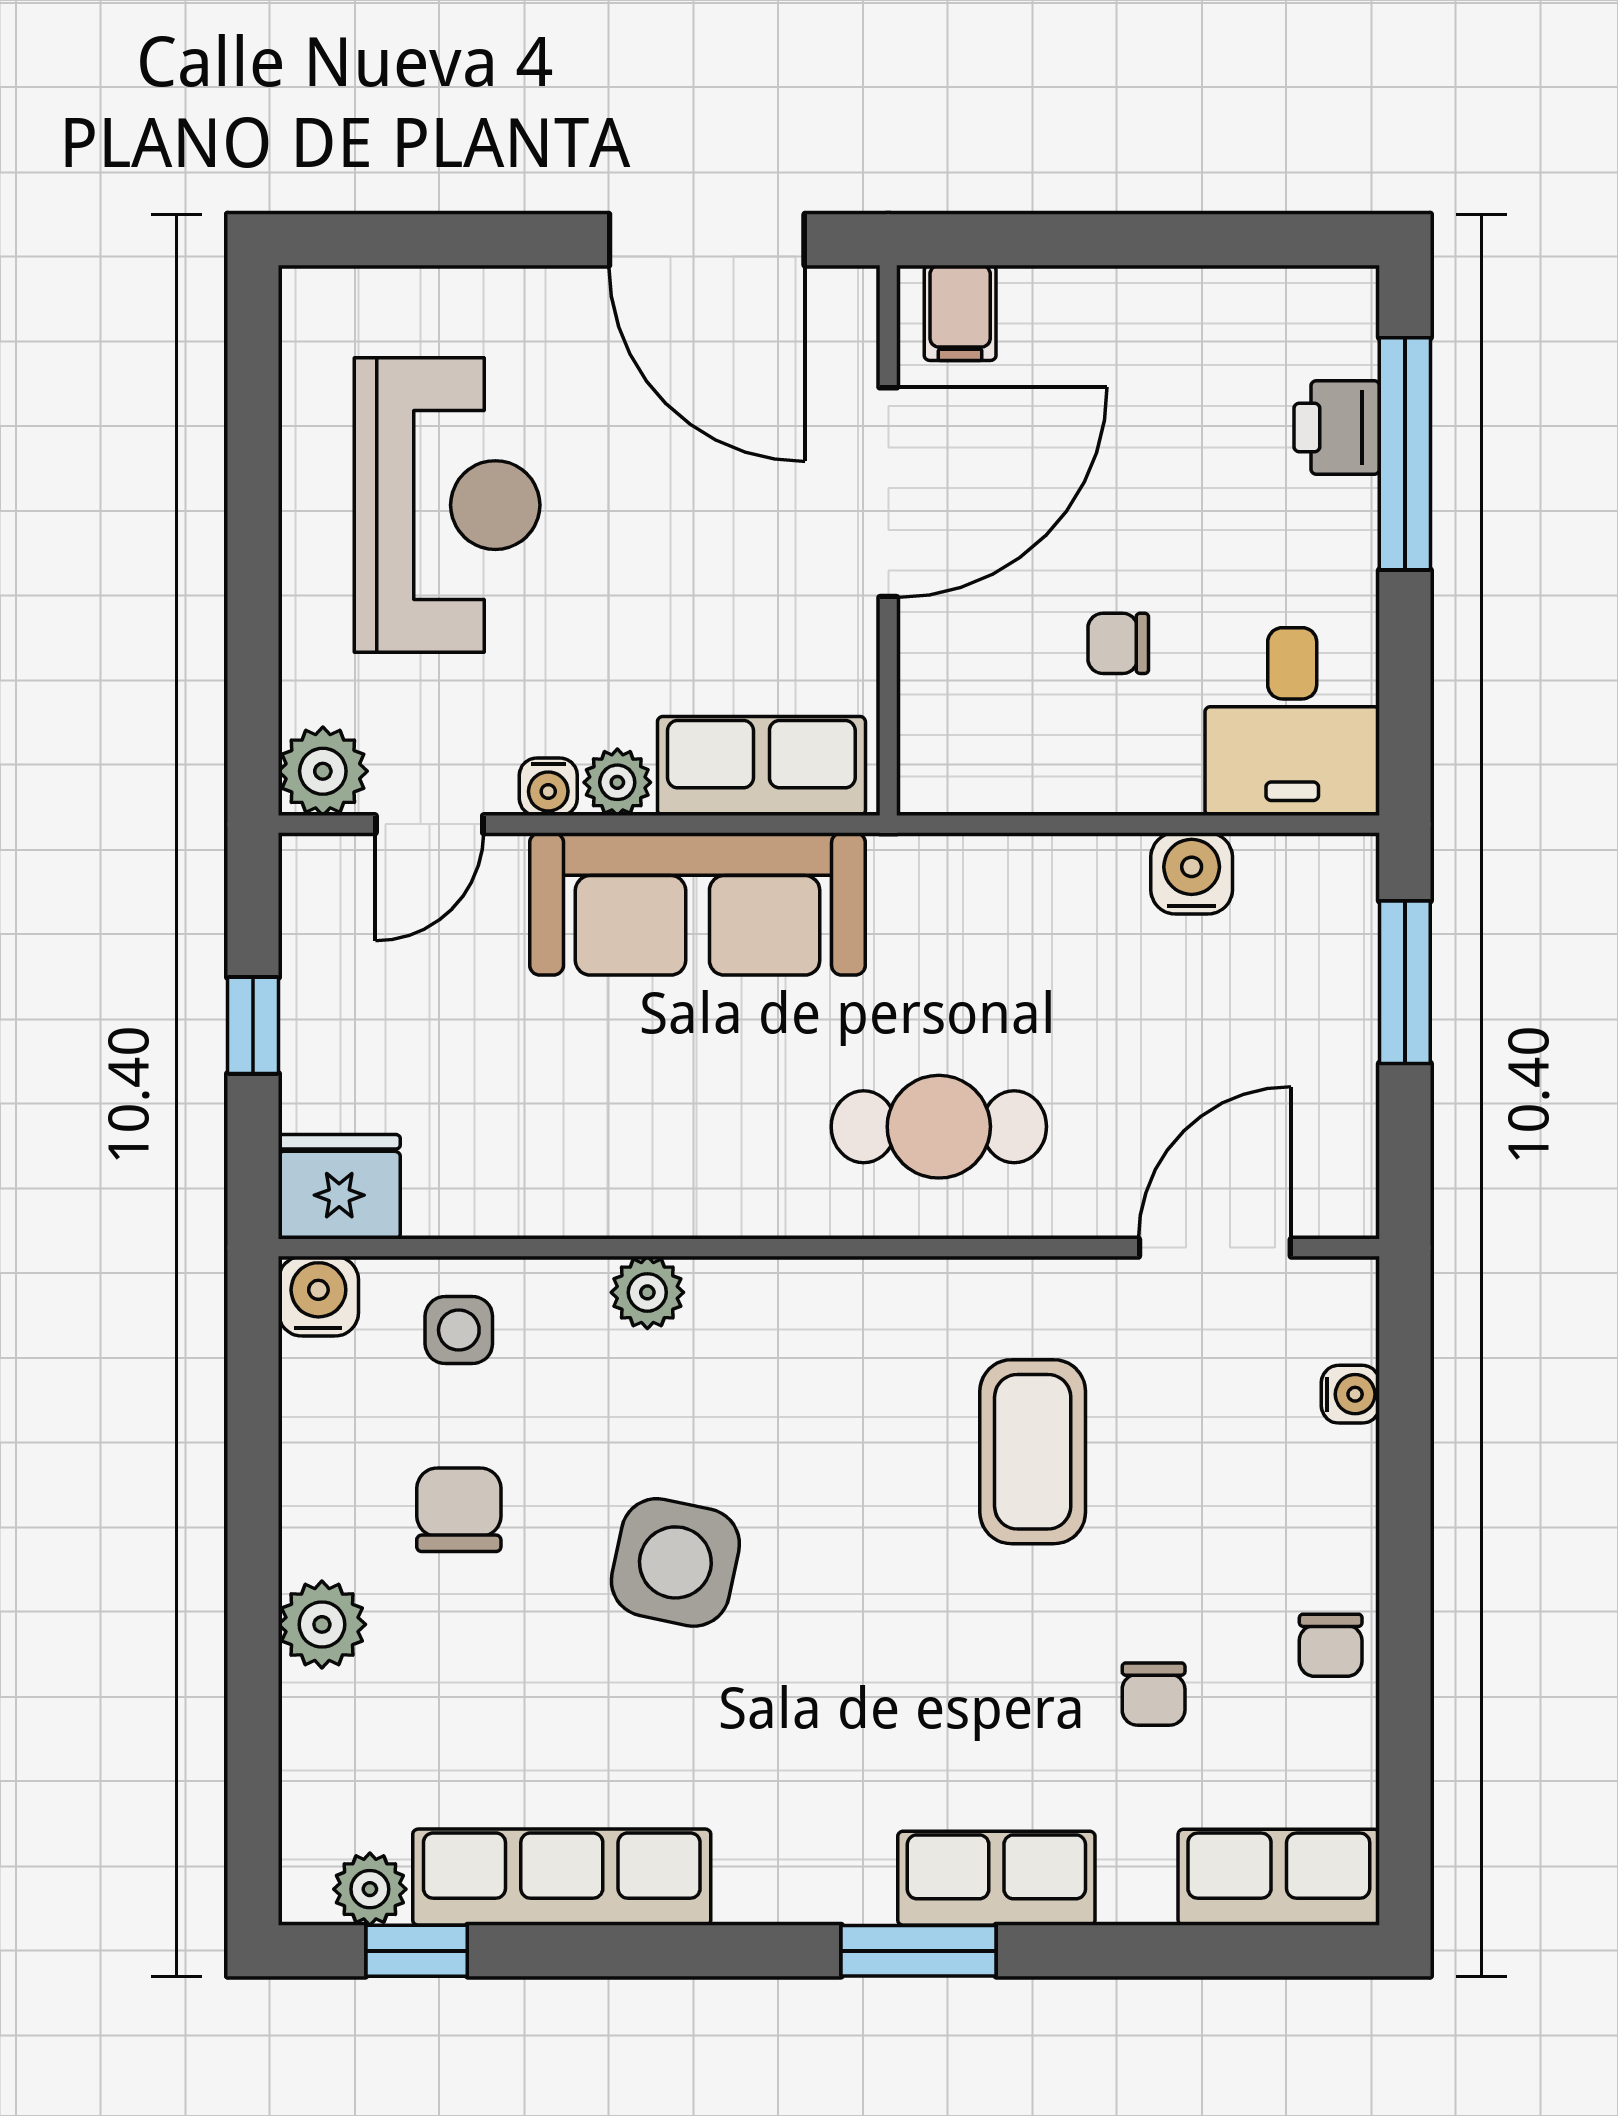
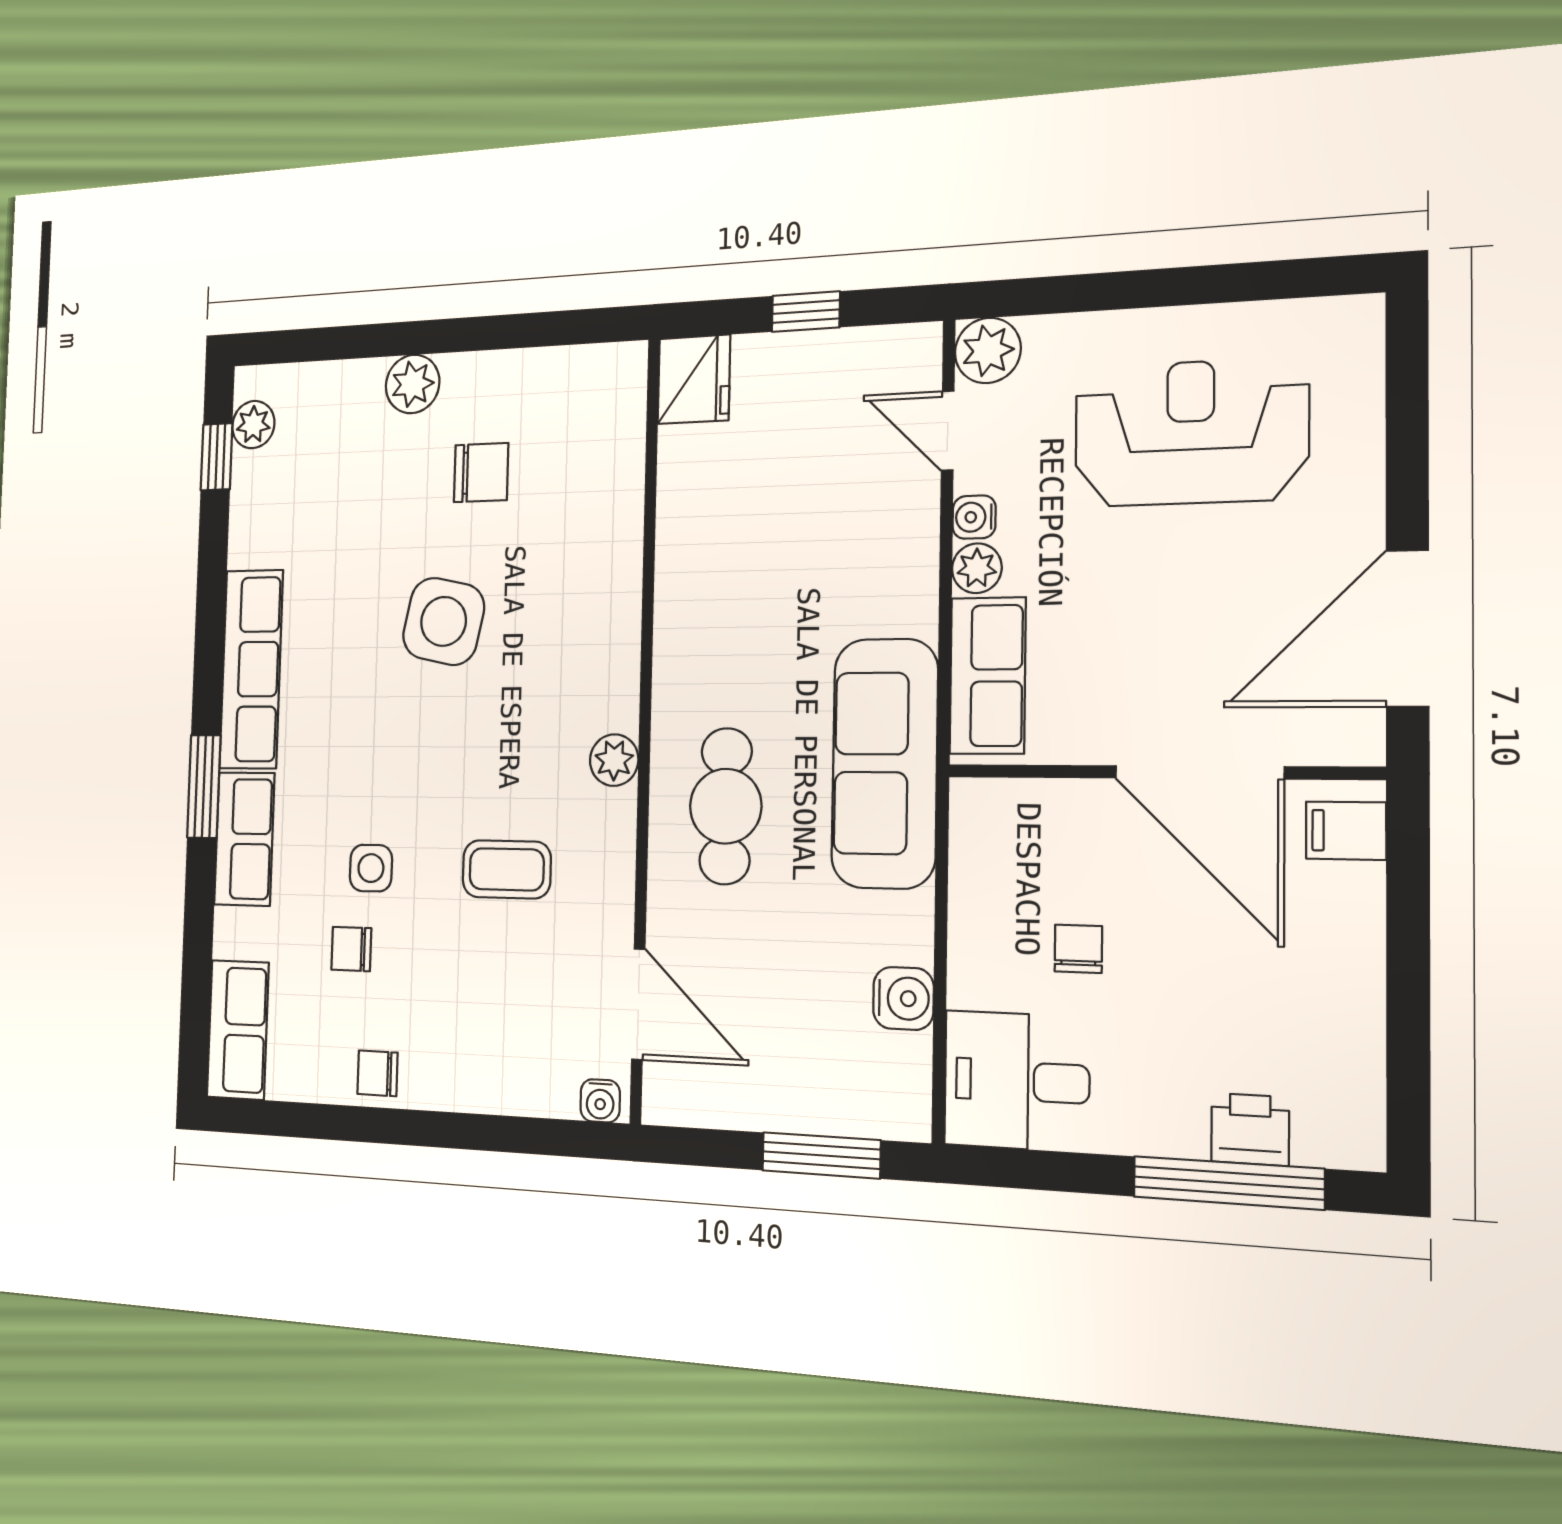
reception desk: (447, 505) -> (1191, 433), turned 180
sofa: (698, 904) -> (885, 763), moved
plant: (647, 1292) -> (614, 760), moved
water cooler: (318, 1296) -> (621, 369), removed
side table: (459, 1330) -> (371, 868), moved
water cooler: (1350, 1394) -> (600, 1101), moved
coffee table: (1033, 1452) -> (507, 869), width x0.73, depth x0.77
row of seats: (562, 1877) -> (251, 669), moved

